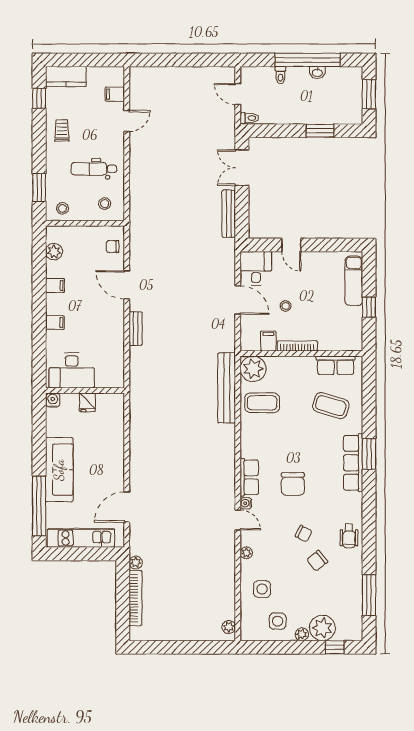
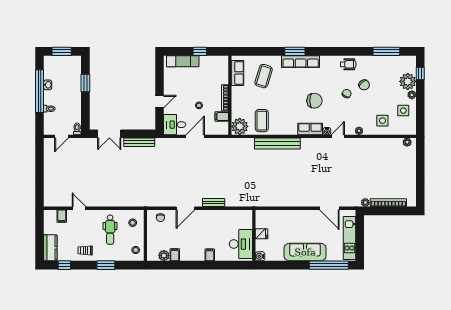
window: (39, 188) -> (106, 265), moved
filing cabinet: (55, 286) -> (175, 255), moved
bench: (227, 388) -> (277, 144), moved

